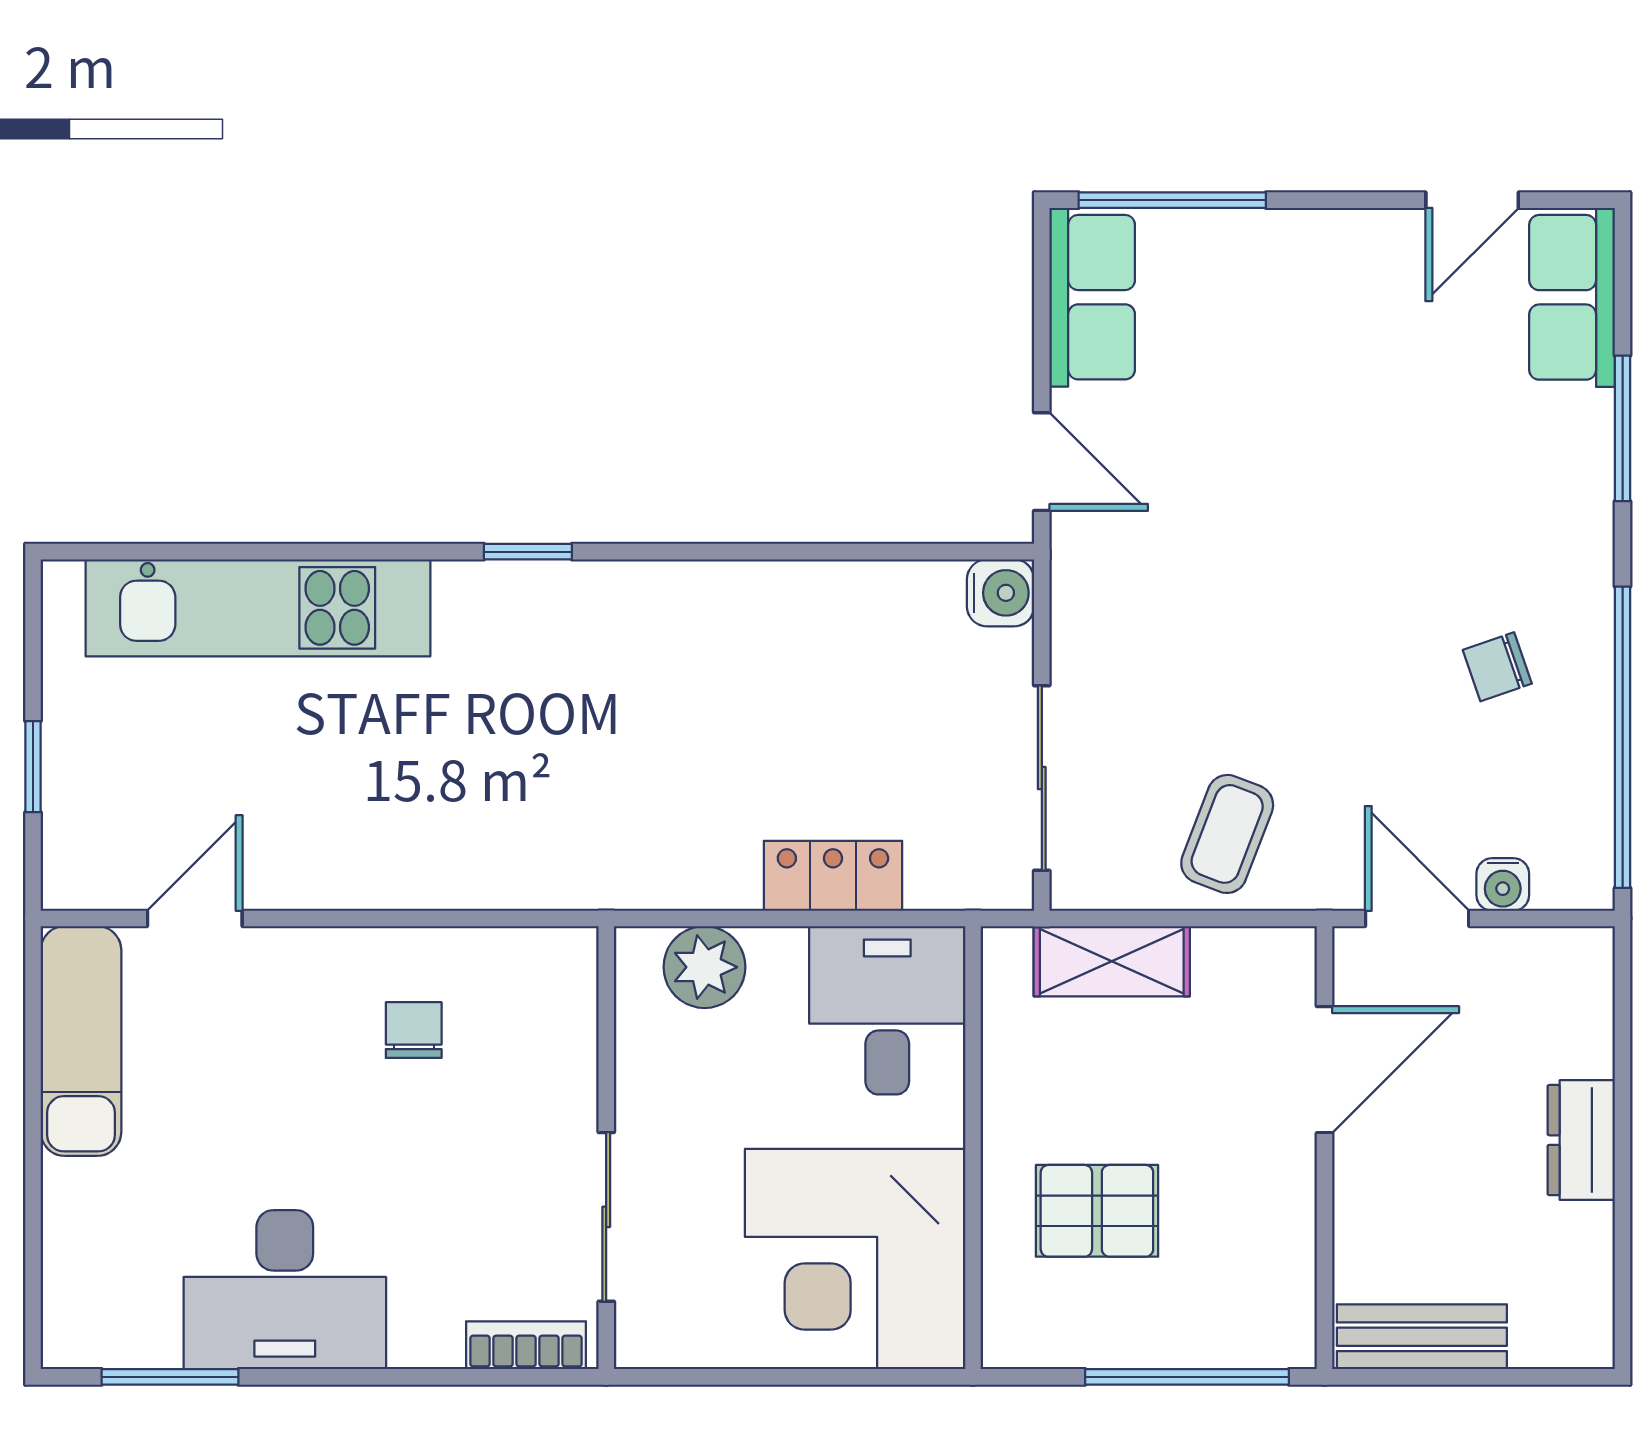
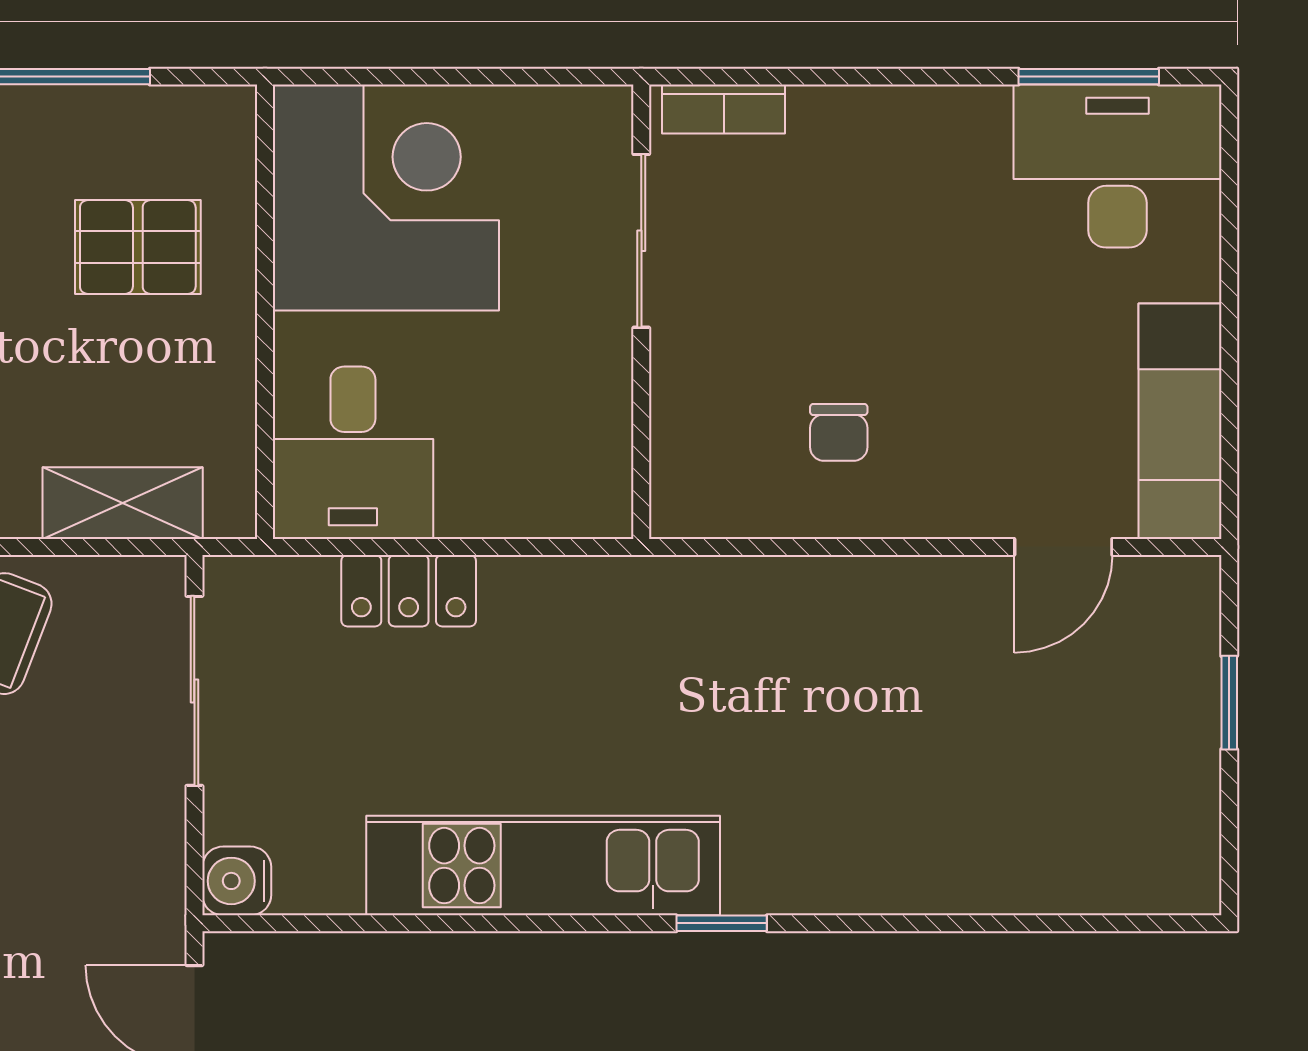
kitchen unit: (258, 608) -> (543, 866), moved
plant: (704, 967) -> (540, 497), removed
desk: (285, 1290) -> (1117, 166), moved

